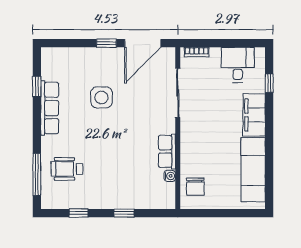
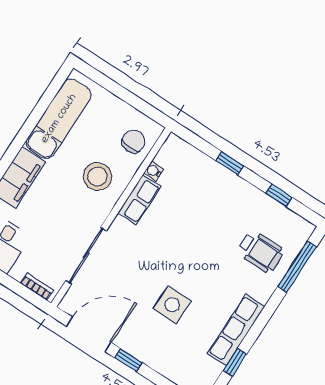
stool: (204, 149) -> (97, 177), added

